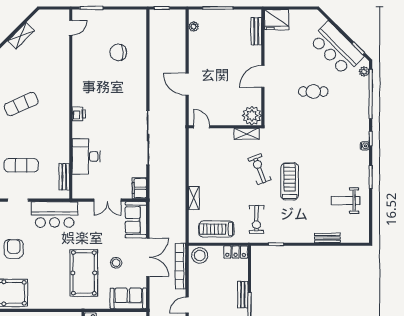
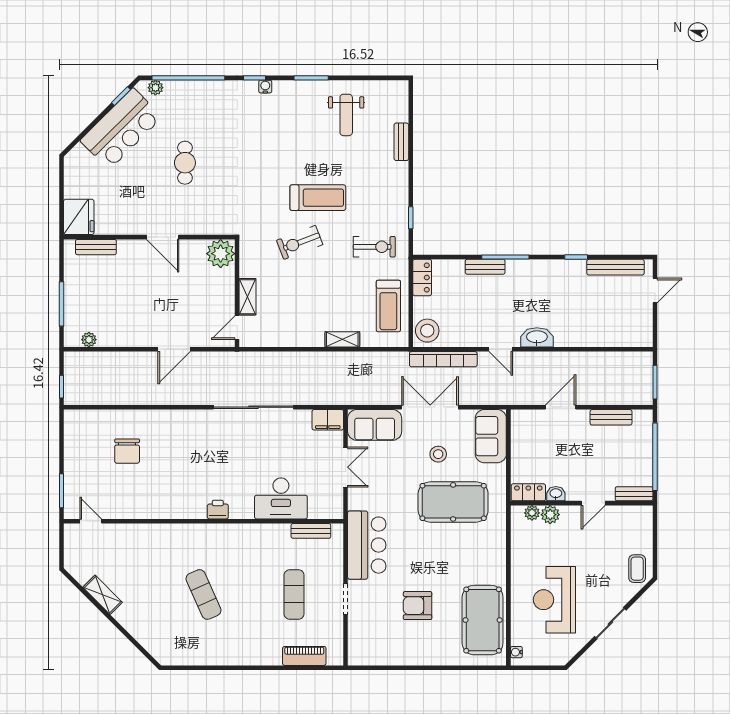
shelving: (247, 134) -> (247, 297), moved
treadmill: (290, 181) -> (318, 198), turned 180

